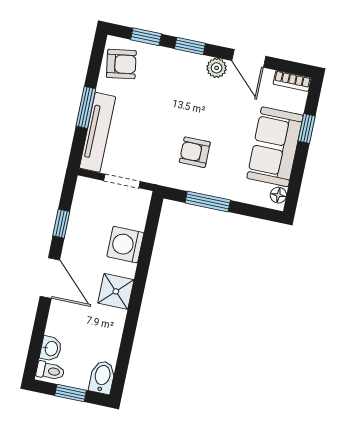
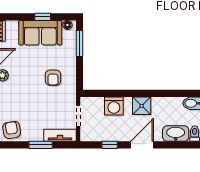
window: (307, 128) -> (43, 17), moved
tv unit: (97, 132) -> (60, 135), width x0.71
window: (208, 202) -> (79, 43), moved
washbasin: (51, 349) -> (176, 133), width x1.91, depth x1.45

